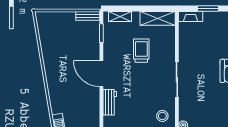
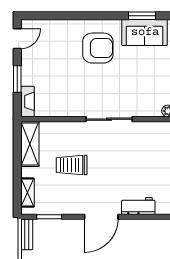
stool: (162, 116) -> (156, 138), removed

